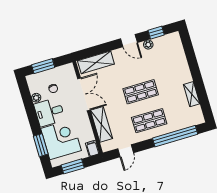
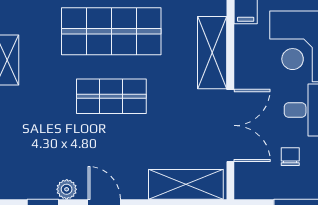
double door: (84, 94) -> (230, 125), swing flipped
shop shelf: (149, 121) -> (111, 31), width x1.43, depth x1.36

